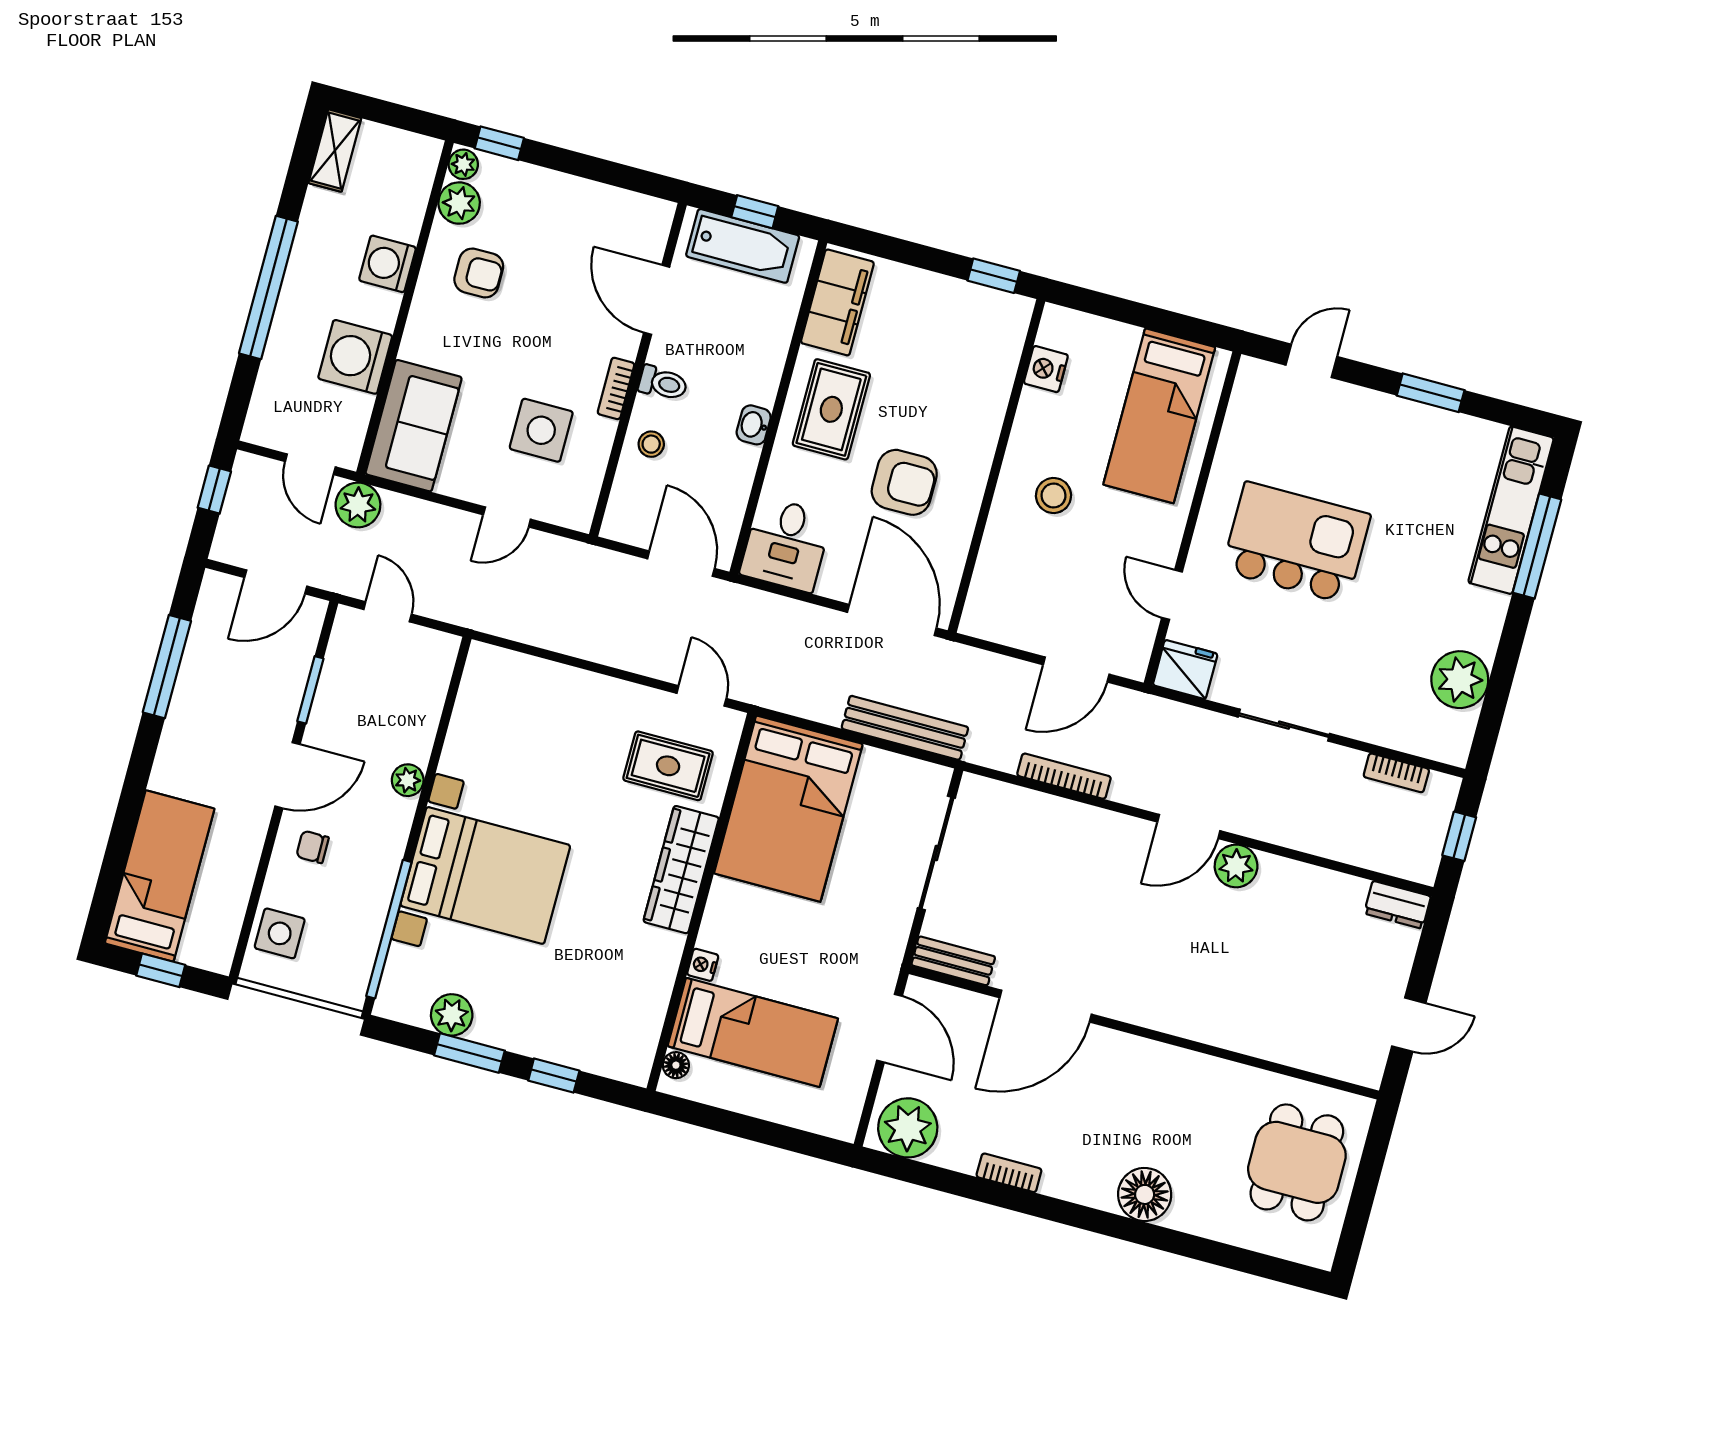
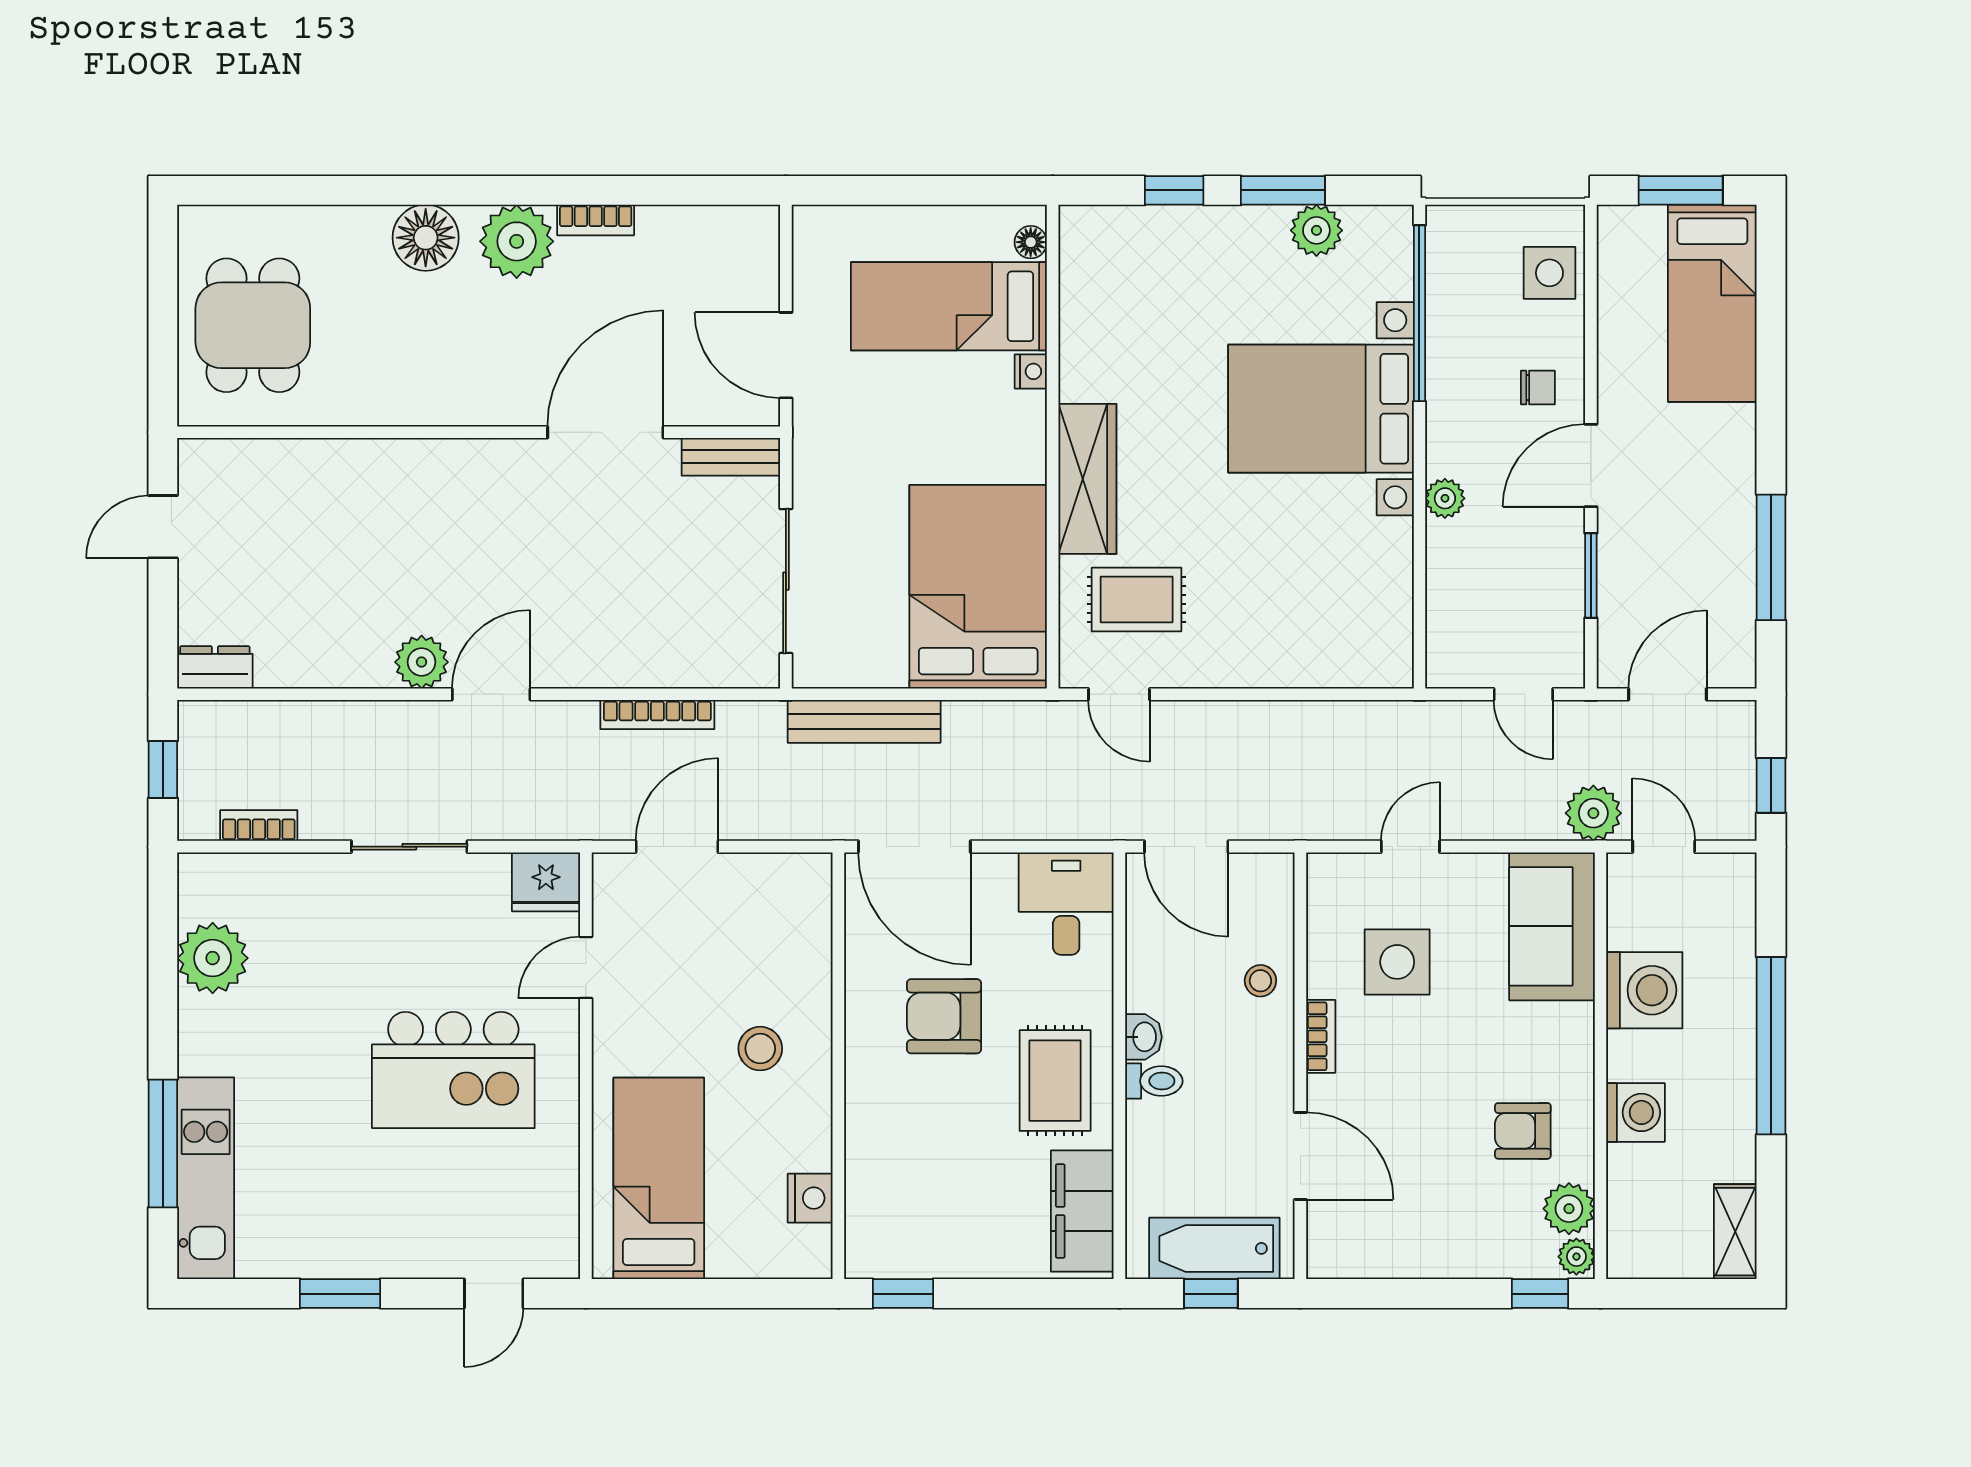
toilet: (663, 383) -> (1154, 1081), moved, turned 180
door: (1172, 595) -> (586, 967), swing flipped
window: (161, 970) -> (1681, 190), width x1.50
plant: (908, 1128) -> (517, 241), moved

